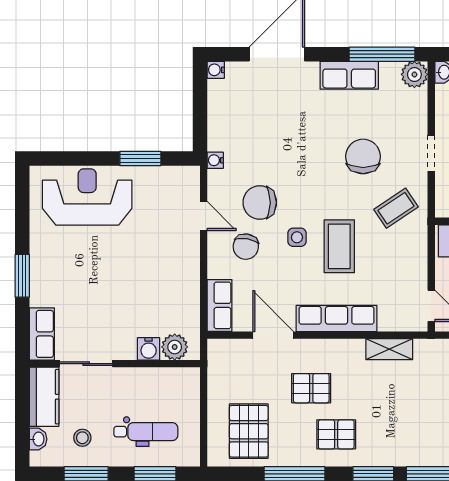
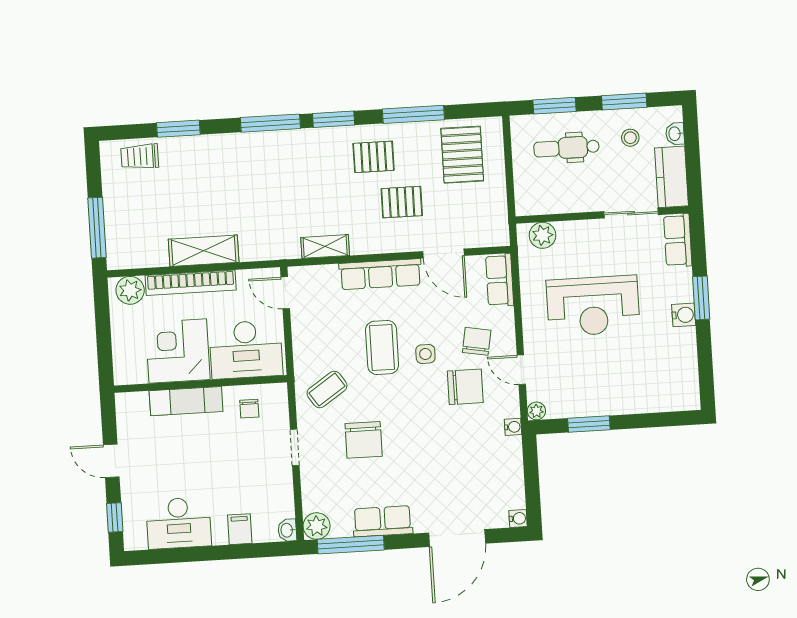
plant: (191, 174) -> (536, 411), added
reception desk: (87, 197) -> (593, 306), moved
water cooler: (149, 349) -> (684, 315), moved, turned 90

